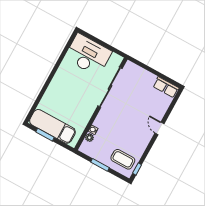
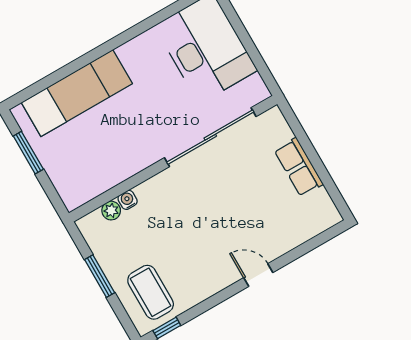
row of seats: (166, 87) -> (299, 167), moved
exam couch: (52, 126) -> (77, 93), moved, turned 90
door: (159, 128) -> (258, 275), hinge flipped

